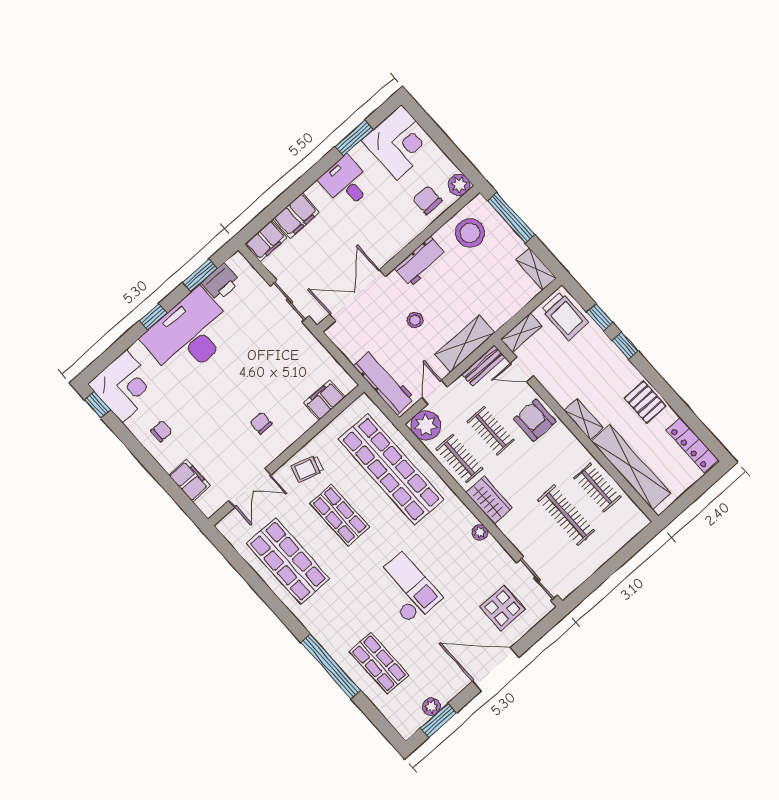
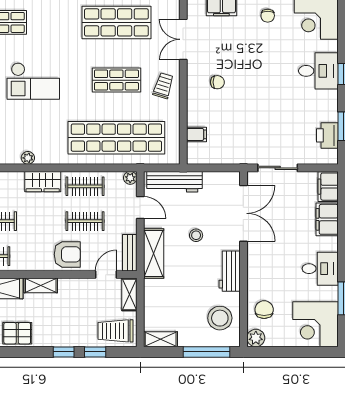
chair: (427, 200) -> (264, 310), turned -90
desk: (189, 334) -> (318, 71), width x0.53, depth x0.77
filing cabinet: (324, 400) -> (196, 134), width x0.50
plant: (426, 425) -> (130, 178), width x0.53, depth x0.53

